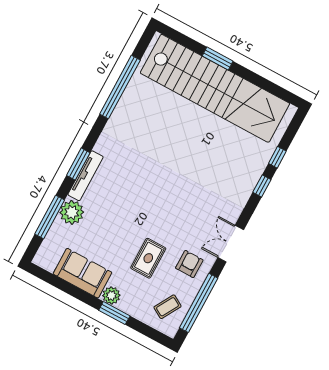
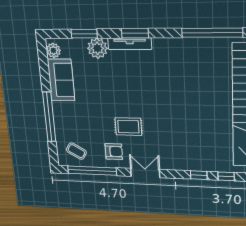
window: (50, 217) -> (84, 34), width x0.69
rug: (148, 258) -> (128, 127), moved
plant: (111, 295) -> (53, 50), moved
window: (114, 313) -> (49, 117), width x2.11

